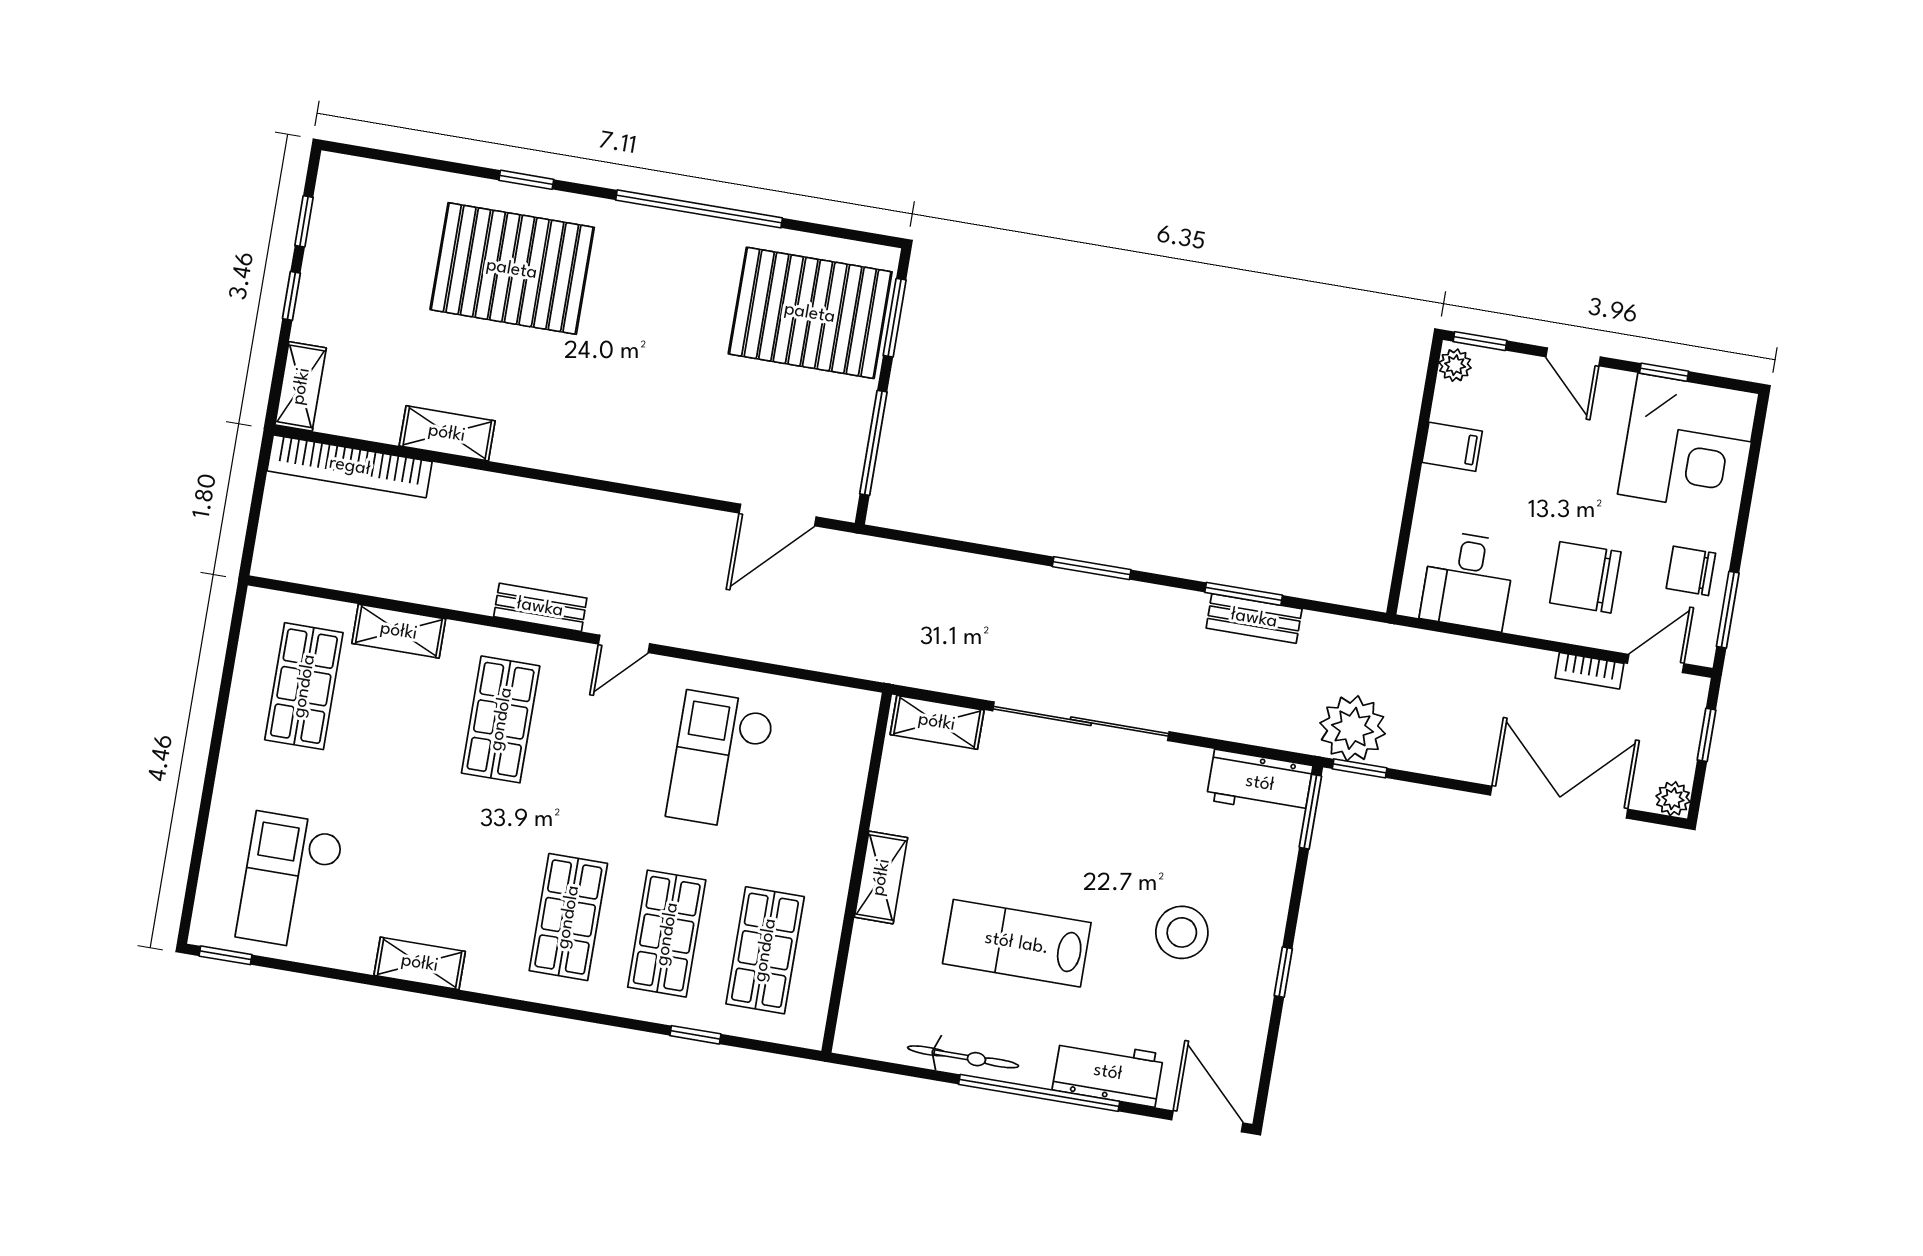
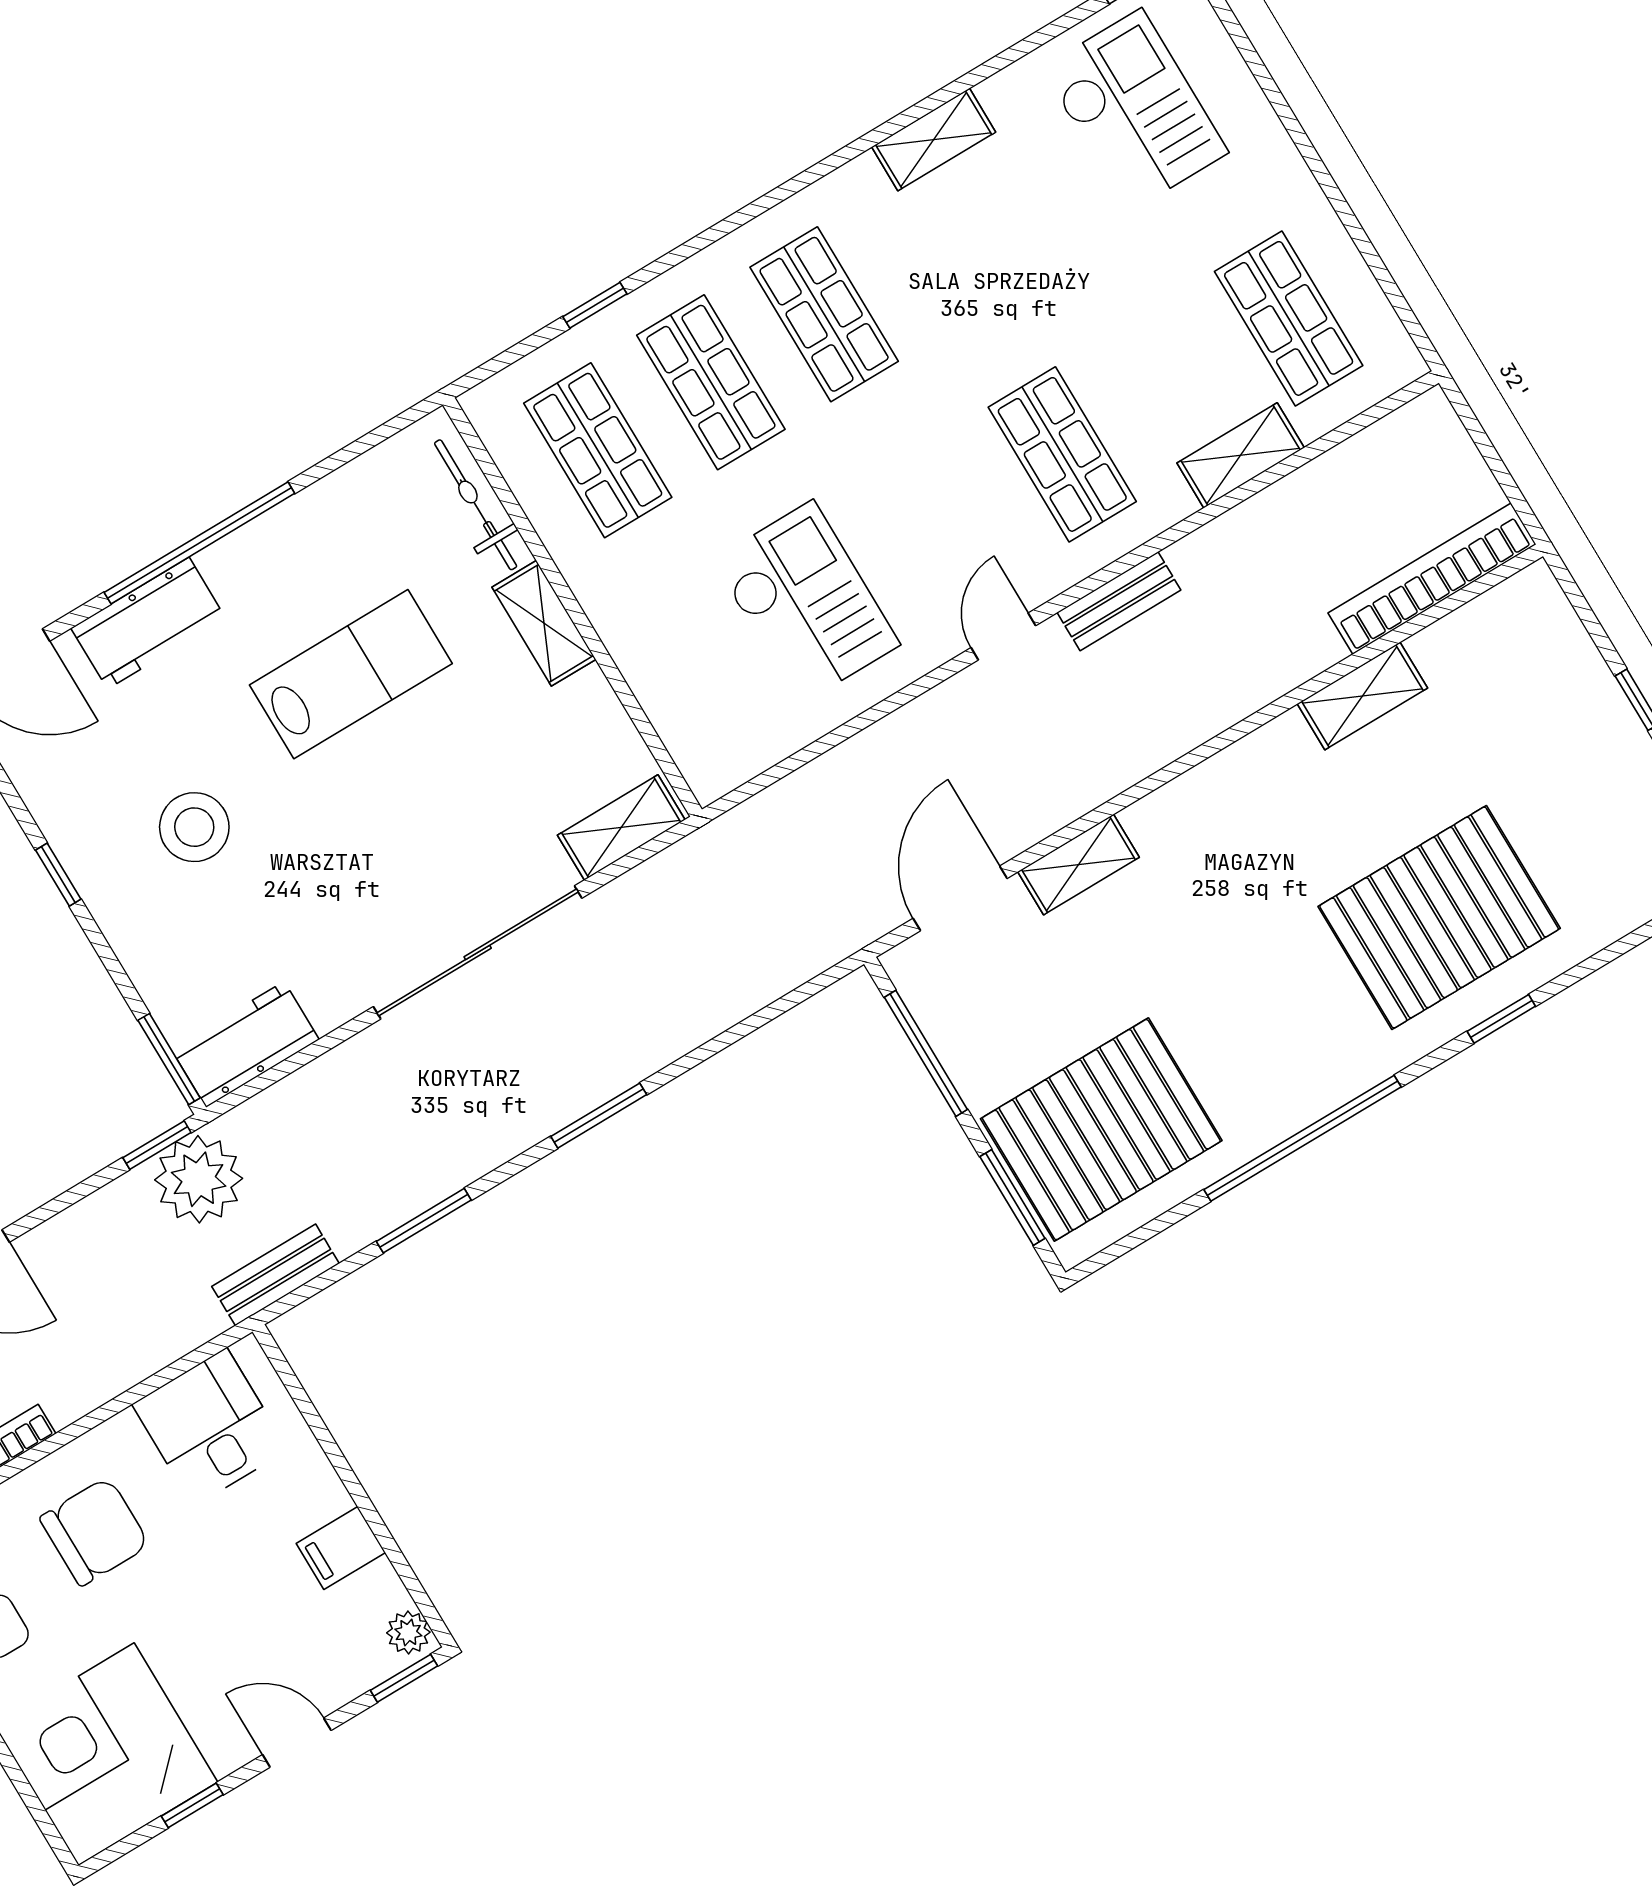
shelving: (301, 386) -> (1078, 864), moved, turned 90
bench: (1254, 618) -> (276, 1275), moved
bicycle: (963, 1057) -> (476, 505), moved, turned 90

